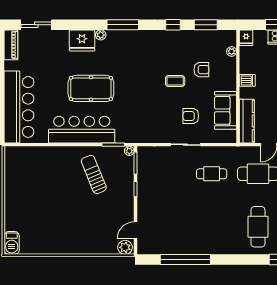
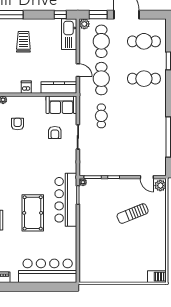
coffee table: (175, 81) -> (27, 145), removed
sofa: (225, 110) -> (61, 105), moved
bar counter: (82, 130) -> (66, 200), moved
sun lounger: (94, 174) -> (133, 214), moved

